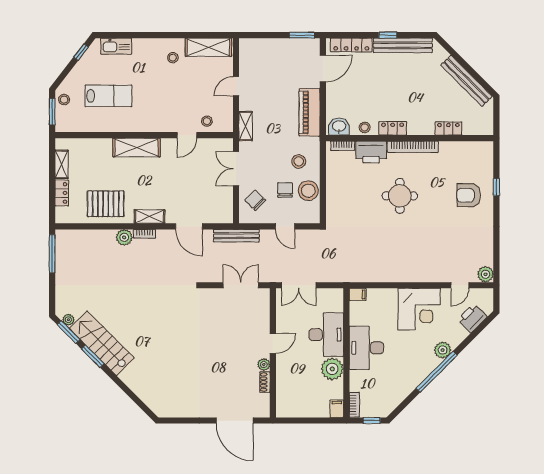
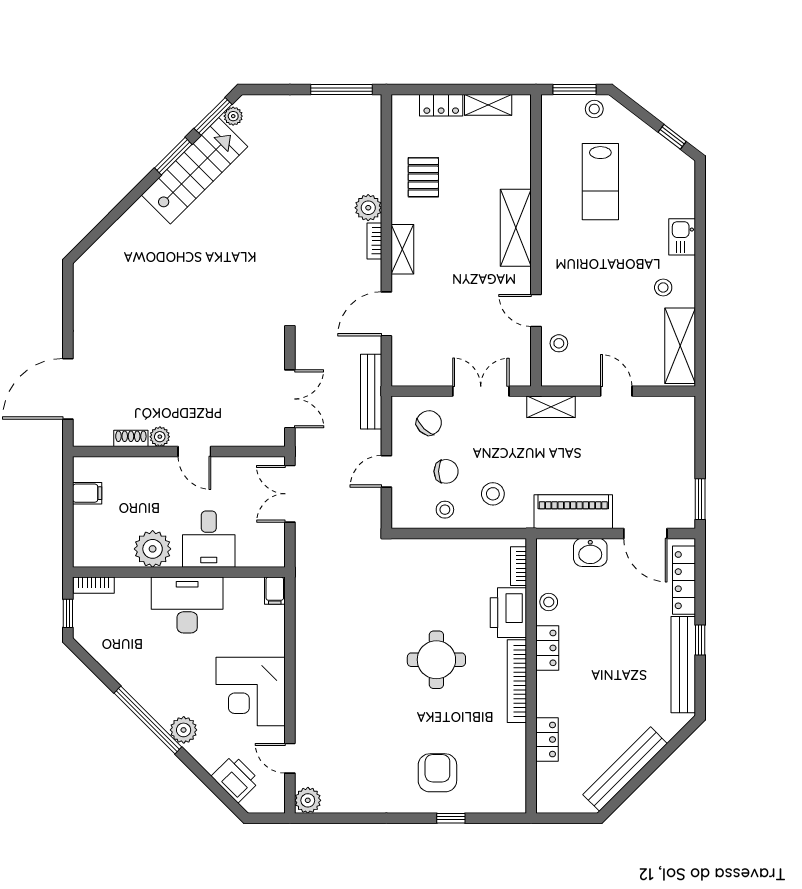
kitchen sink: (116, 46) -> (682, 237), moved, width x0.73
washbasin: (339, 127) -> (590, 552), moved, turned 90
stool: (308, 191) -> (445, 510), width x0.53, depth x0.53
pallet: (106, 204) -> (423, 177), width x0.67, depth x0.71
desk: (326, 335) -> (209, 539), width x0.73
filing cabinet: (337, 409) -> (87, 493), moved

